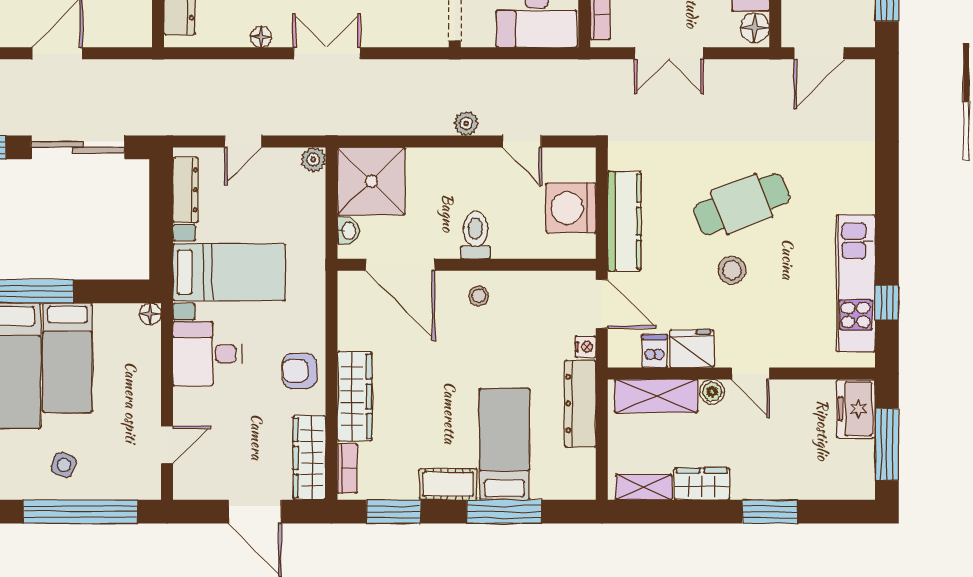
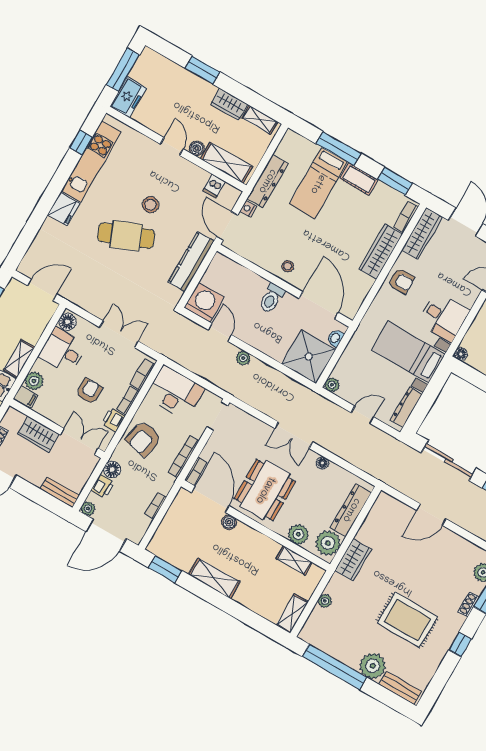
washing machine: (571, 208) -> (204, 302), moved, turned -90
fridge: (692, 349) -> (64, 209), moved, turned -90

